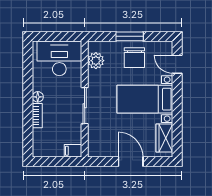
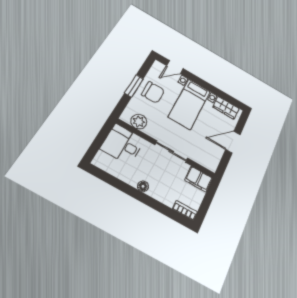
desk: (59, 58) -> (123, 144), width x0.73
bookcase: (37, 116) -> (185, 210), moved
filing cabinet: (73, 151) -> (199, 179), width x2.00

